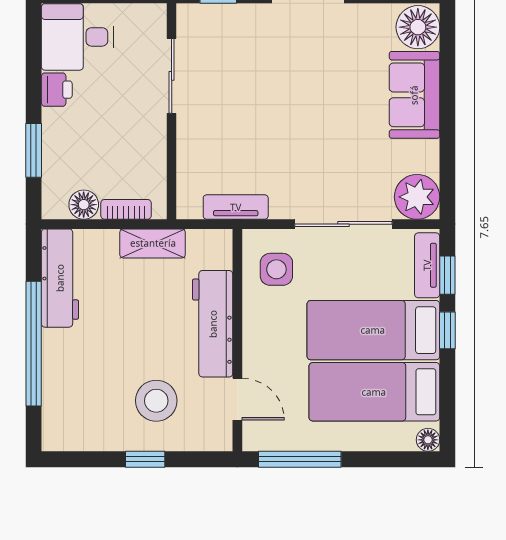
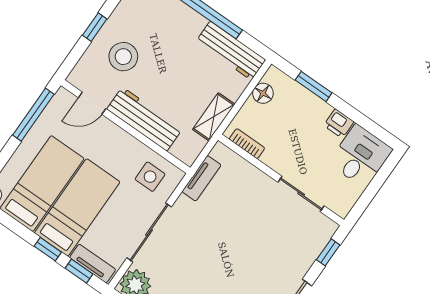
bookcase: (126, 209) -> (247, 144), moved, turned -90

